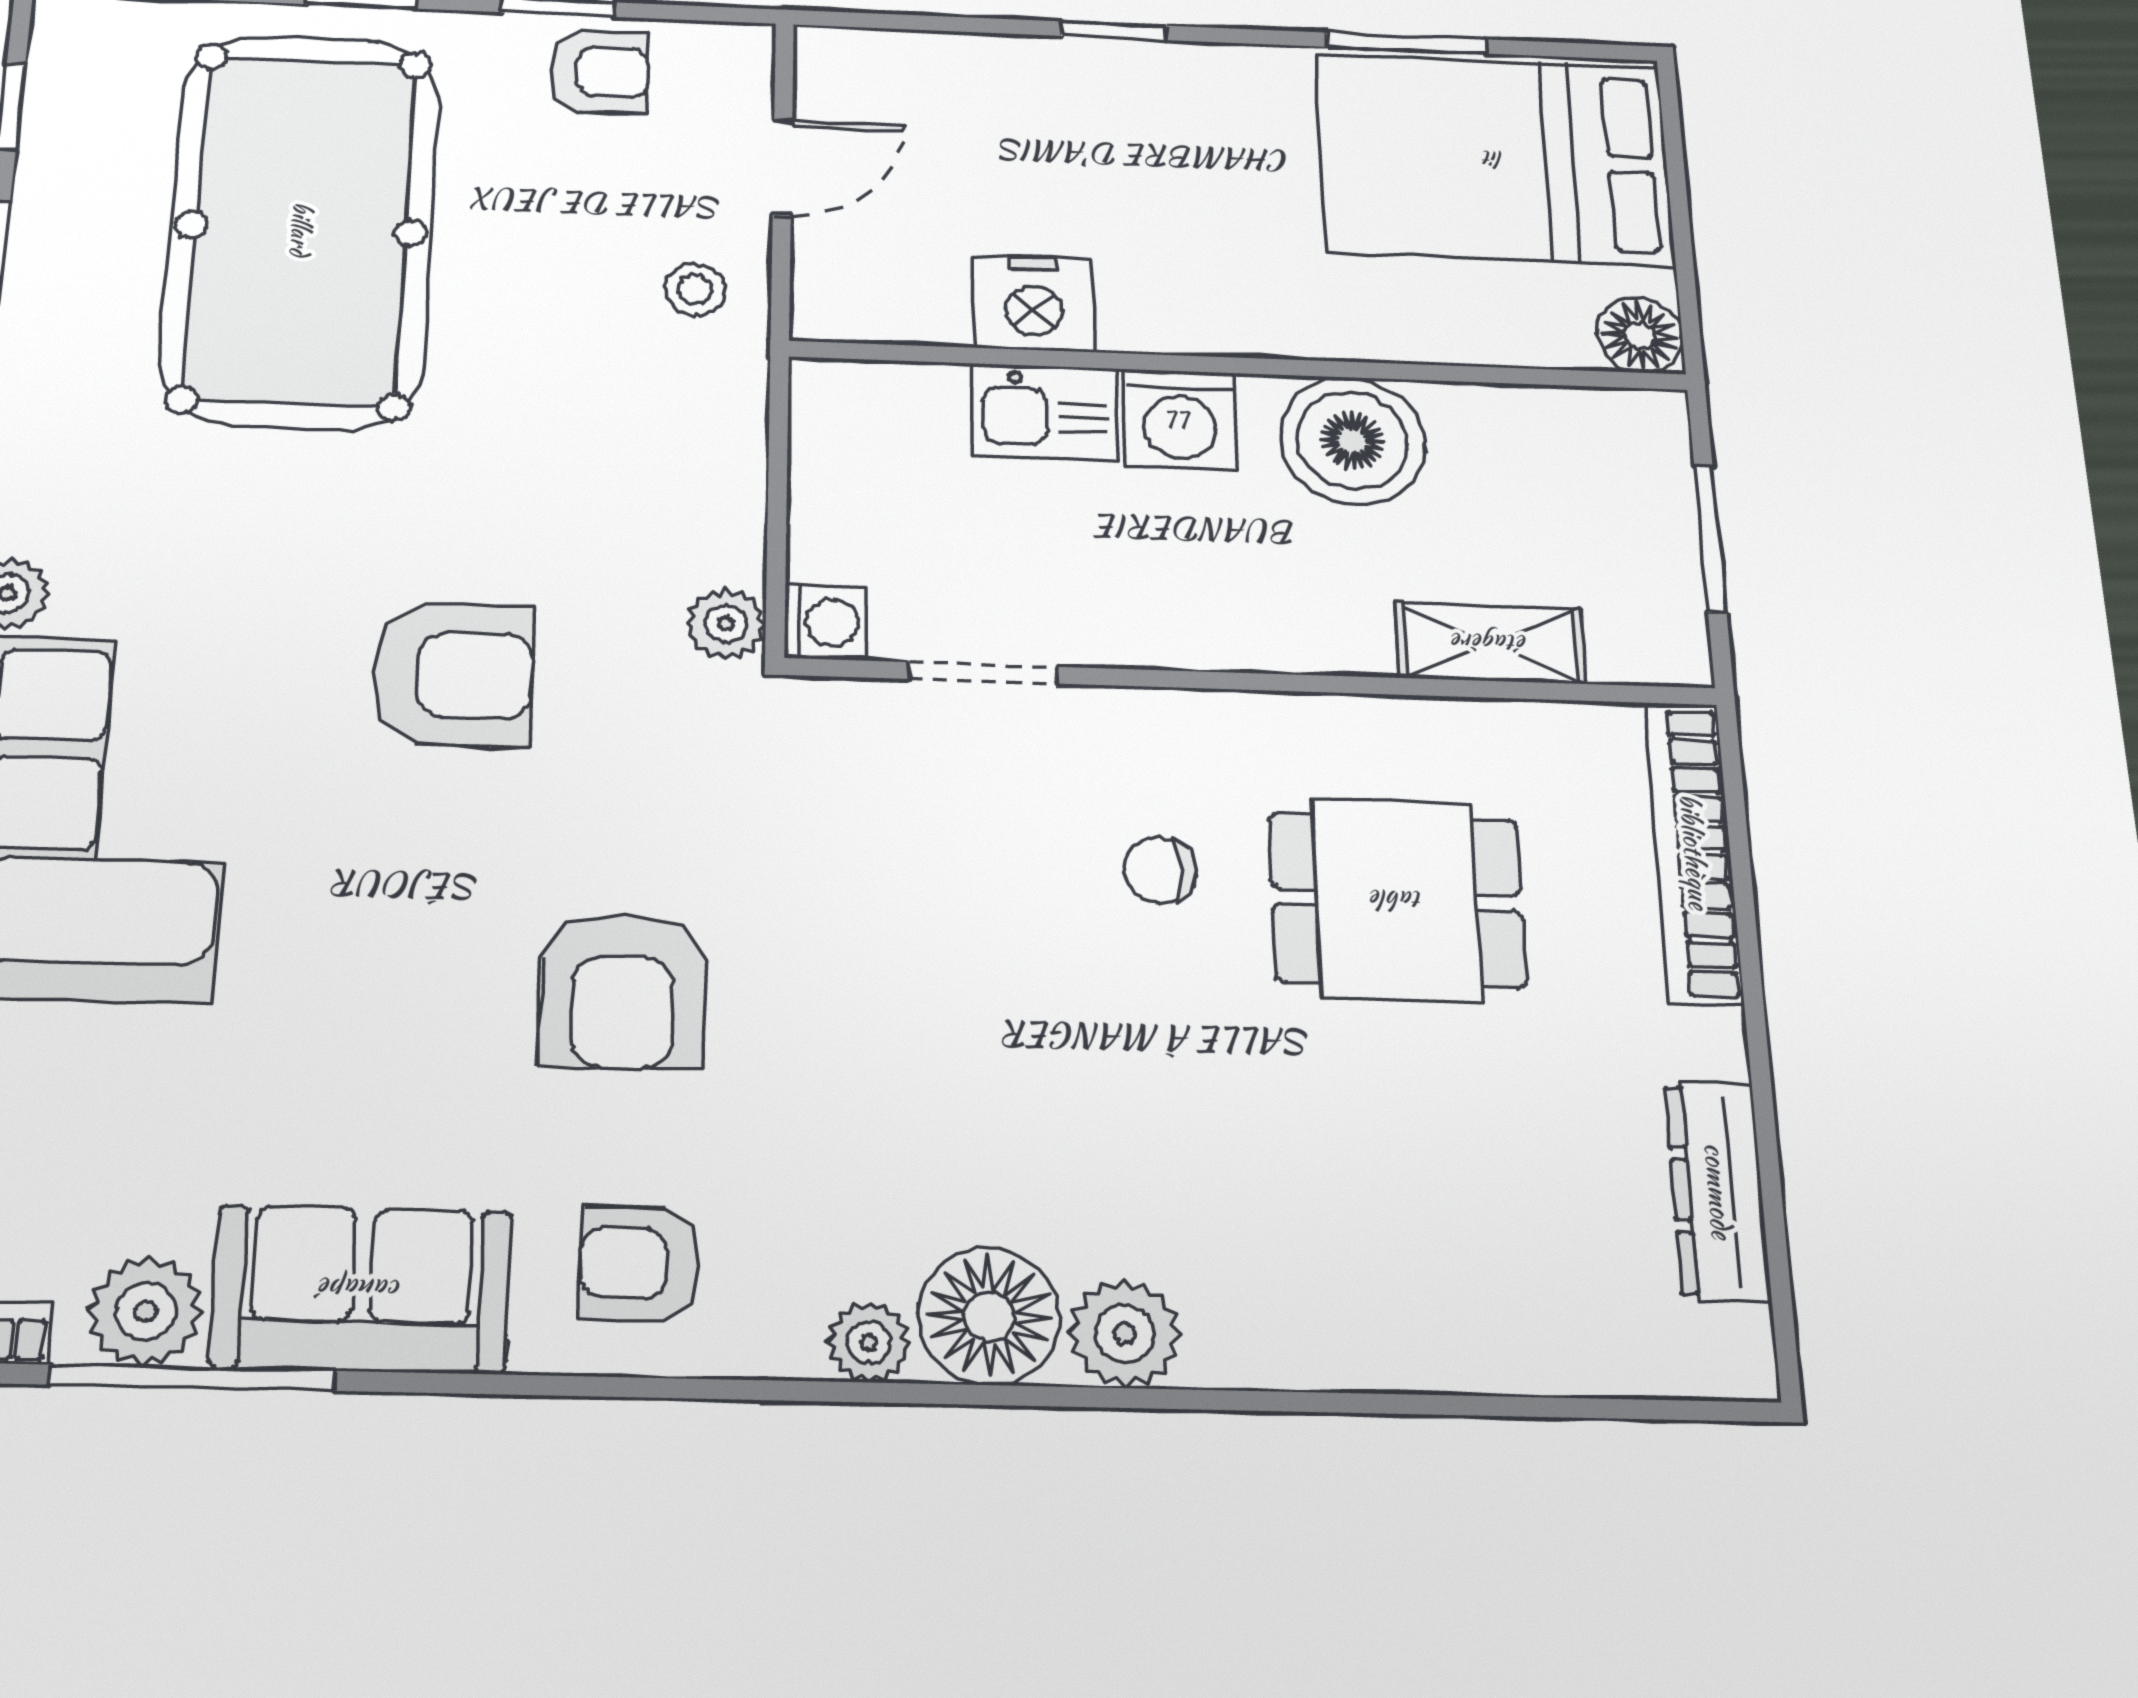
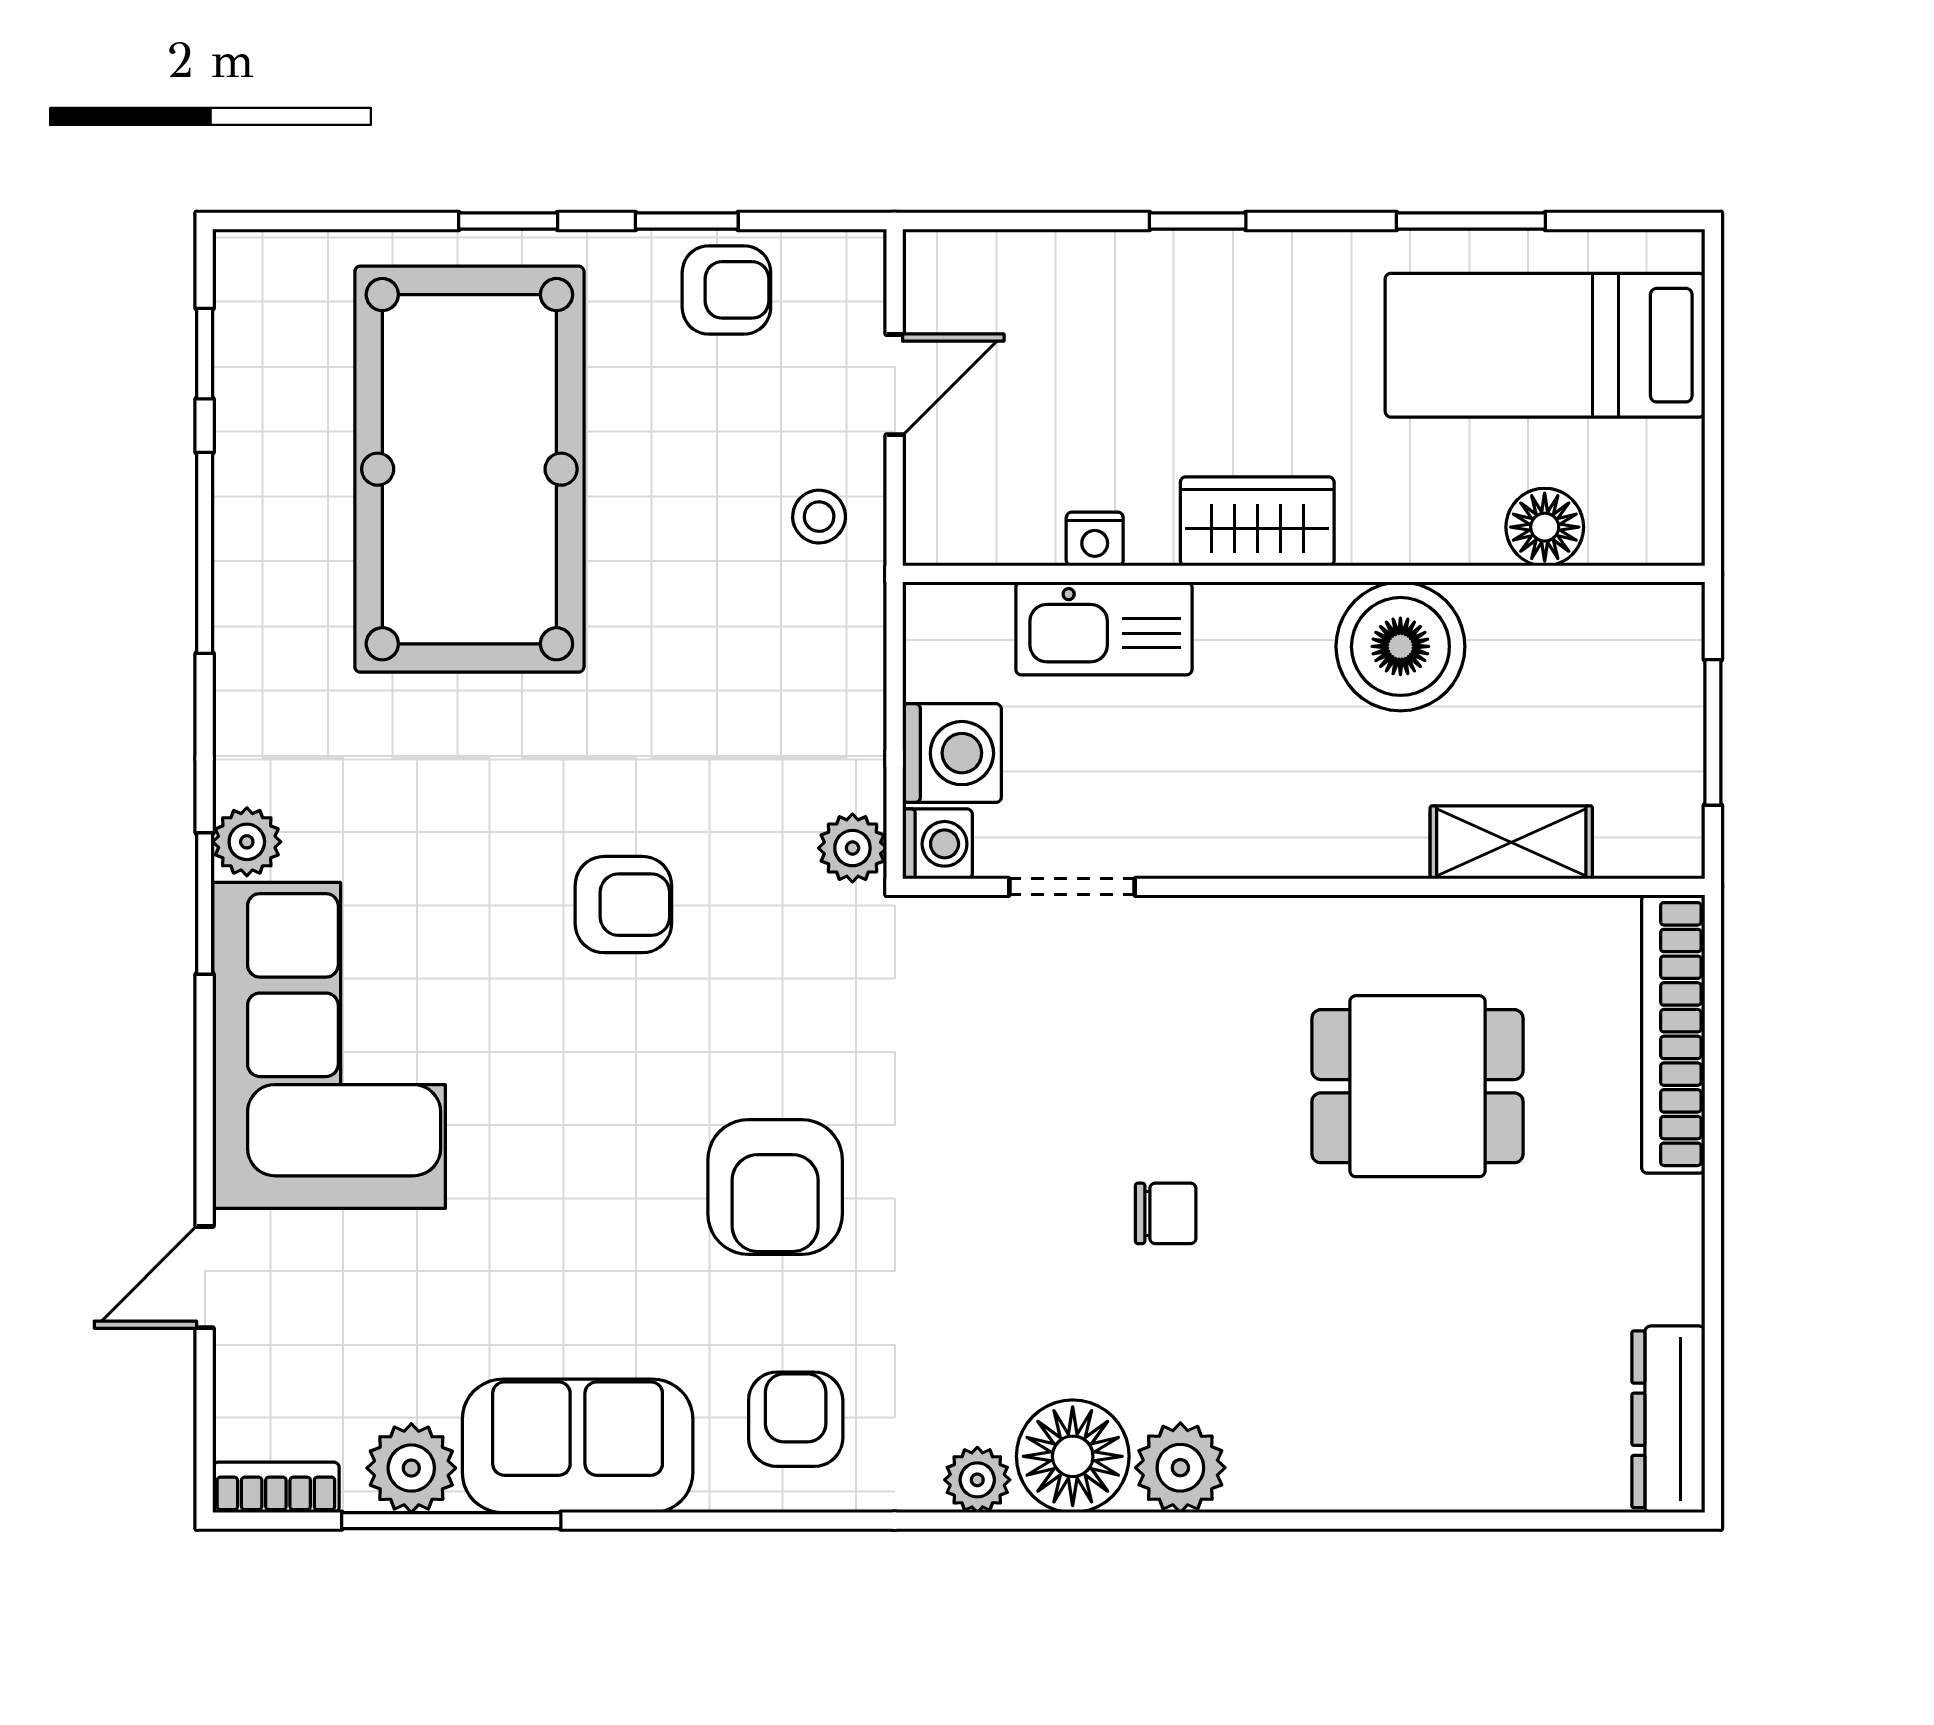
bed: (1494, 159) -> (1545, 345), width x0.67
nightstand: (1034, 303) -> (1095, 539), width x0.53, depth x0.56
wardrobe: (1187, 313) -> (1257, 521), added
floor lamp: (1640, 335) -> (1545, 527), moved
kitchen sink: (1044, 412) -> (1104, 628), width x1.38
washing machine: (1180, 420) -> (952, 753), moved, turned -90
armchair: (453, 674) -> (623, 905), width x0.72, depth x0.72
chair: (1160, 870) -> (1166, 1213), moved, turned 180
dresser: (1718, 1191) -> (1668, 1419), moved
armchair: (640, 1263) -> (796, 1419), turned 90

